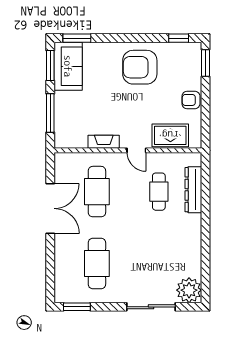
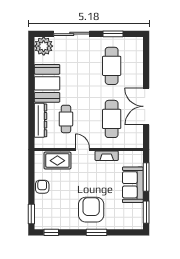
window: (77, 38) -> (97, 232), moved
sofa: (68, 66) -> (133, 185), moved
armchair: (140, 67) -> (91, 210), moved, turned -90
armchair: (191, 100) -> (42, 187), turned -90
booth: (184, 240) -> (47, 83), added
window: (77, 307) -> (113, 34), moved

